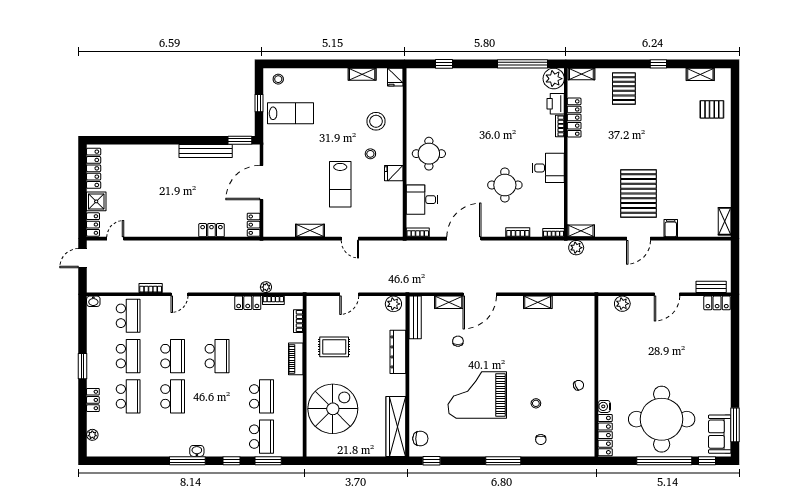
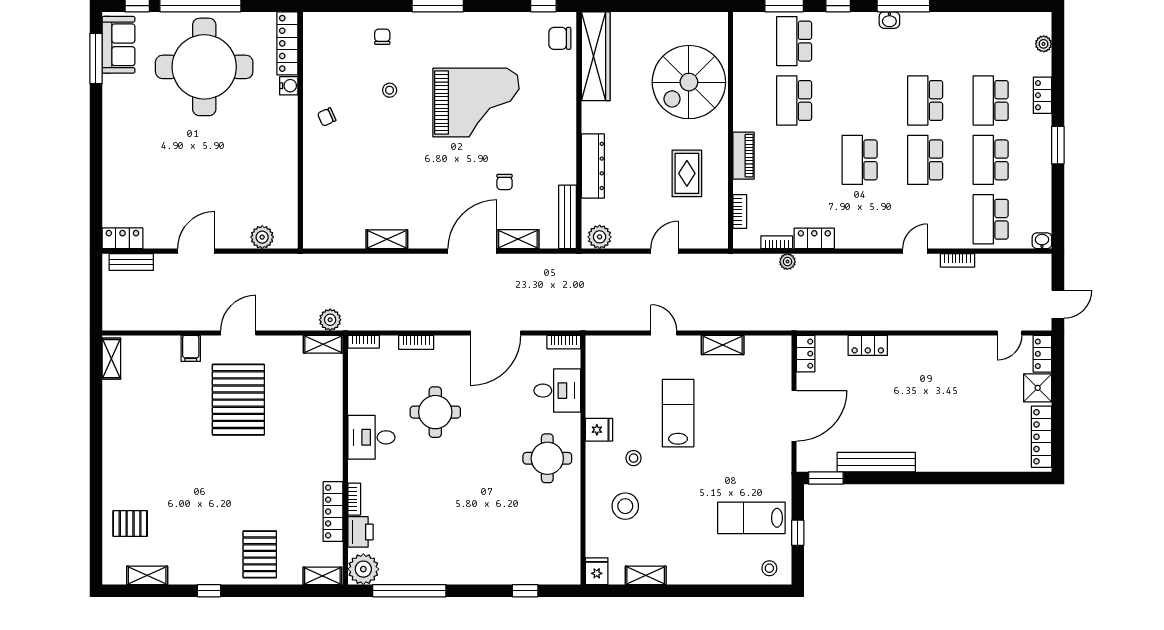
rug: (334, 347) -> (687, 173), turned 90

